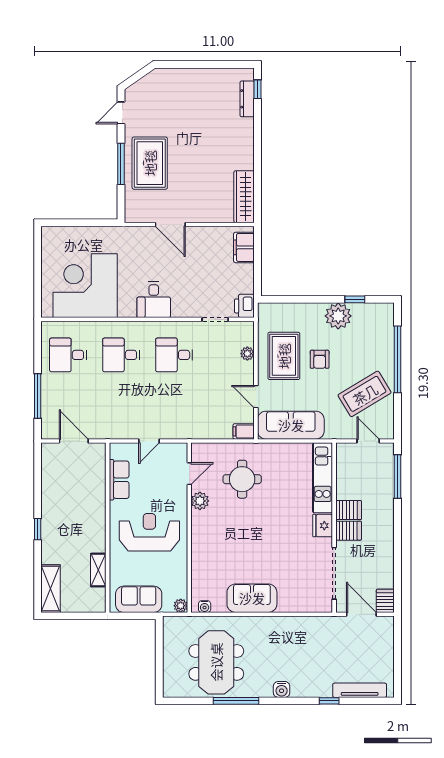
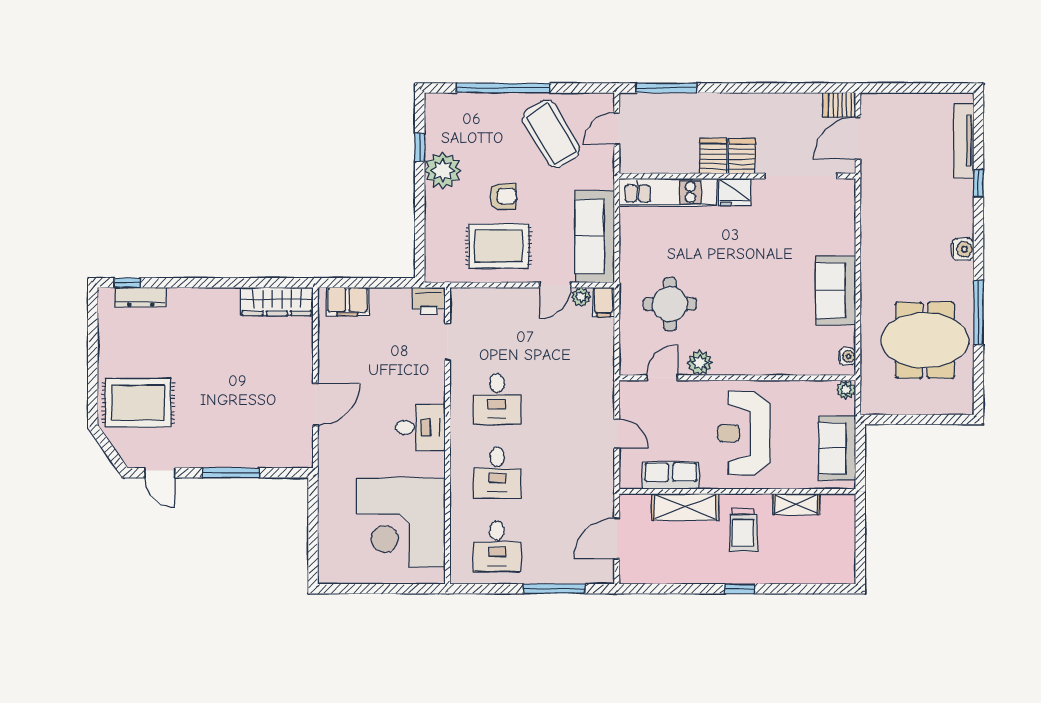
rug: (150, 163) -> (138, 403), moved
plant: (247, 354) -> (581, 297), moved
door: (189, 474) -> (662, 378), hinge flipped
trolley: (80, 532) -> (743, 530), added
shelving: (51, 589) -> (685, 507), moved

